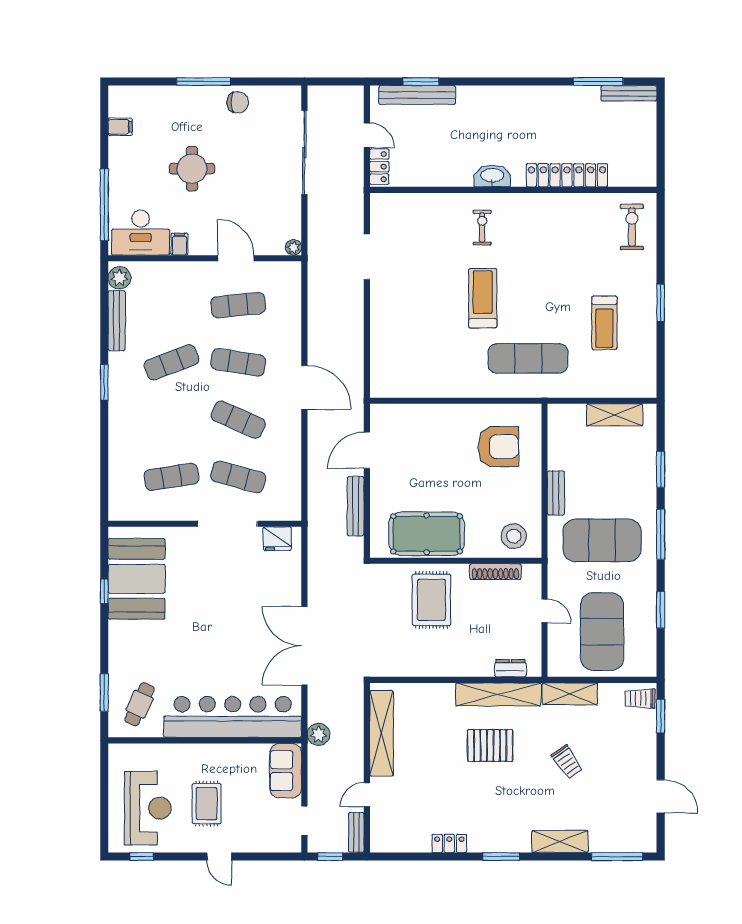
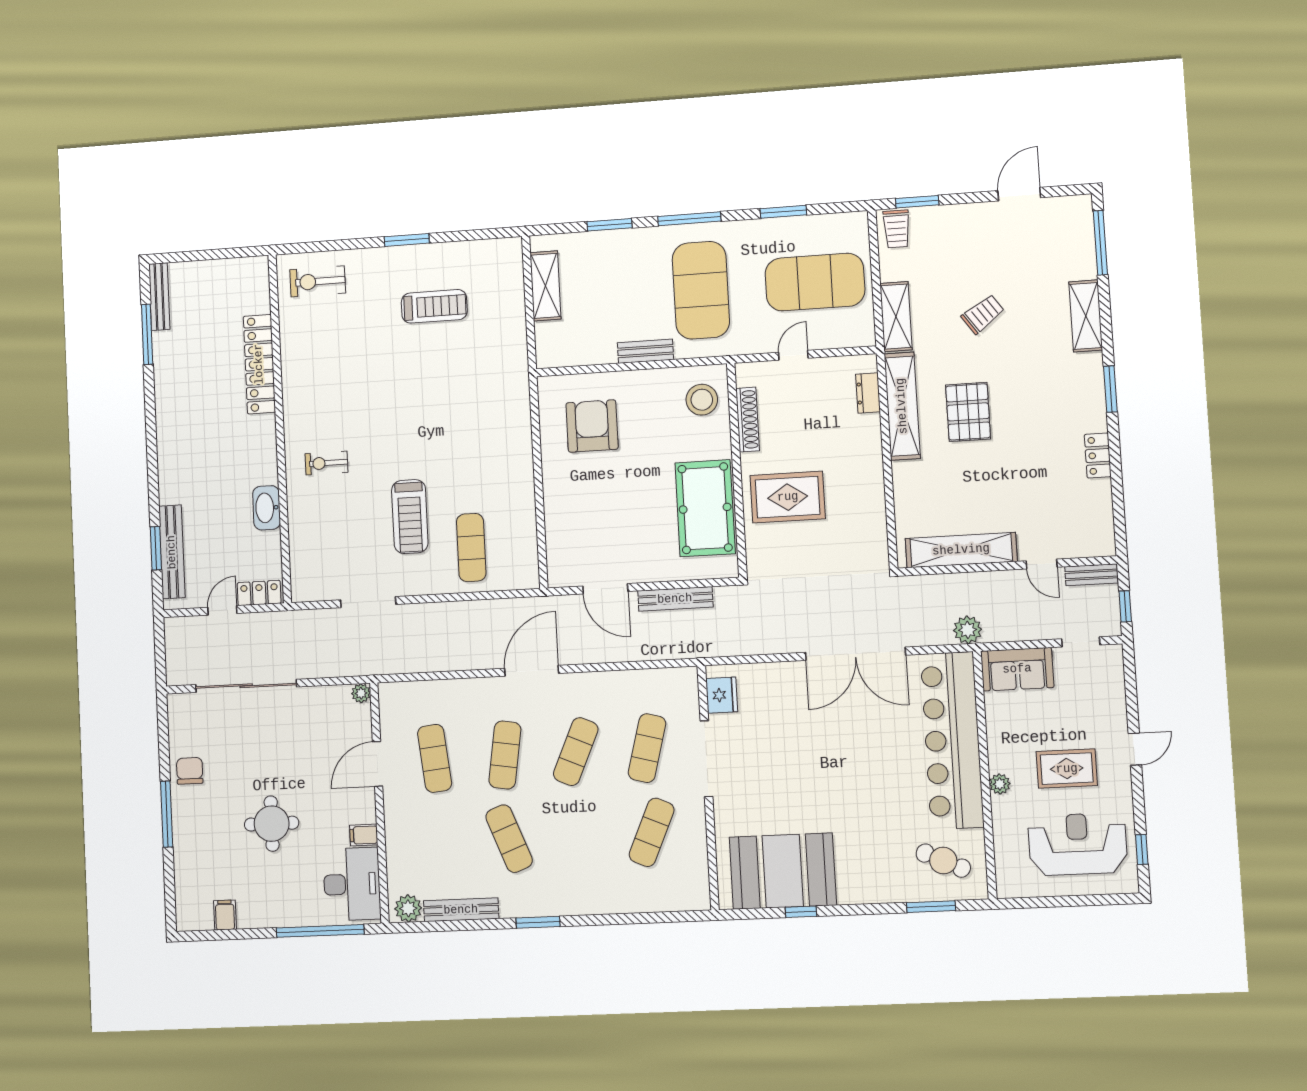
washbasin: (492, 176) -> (267, 508), moved
treadmill: (483, 298) -> (410, 517), moved, turned -90
exercise mat: (528, 358) -> (471, 548), moved, width x0.73, depth x0.69
exercise mat: (171, 477) -> (652, 832), turned 33
plant: (197, 751) -> (1000, 784), added

